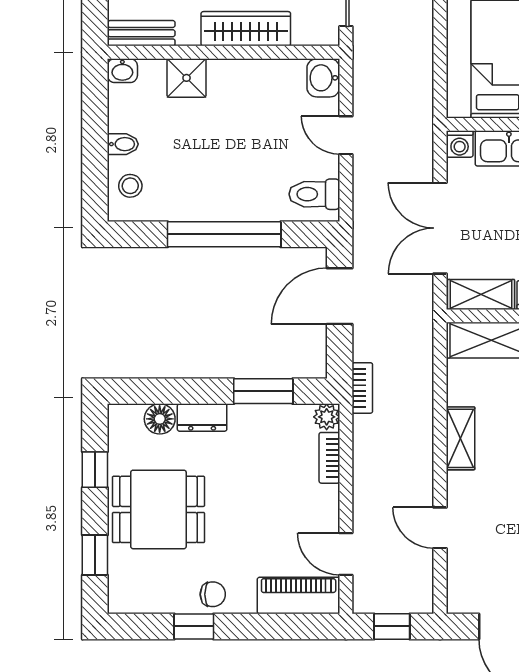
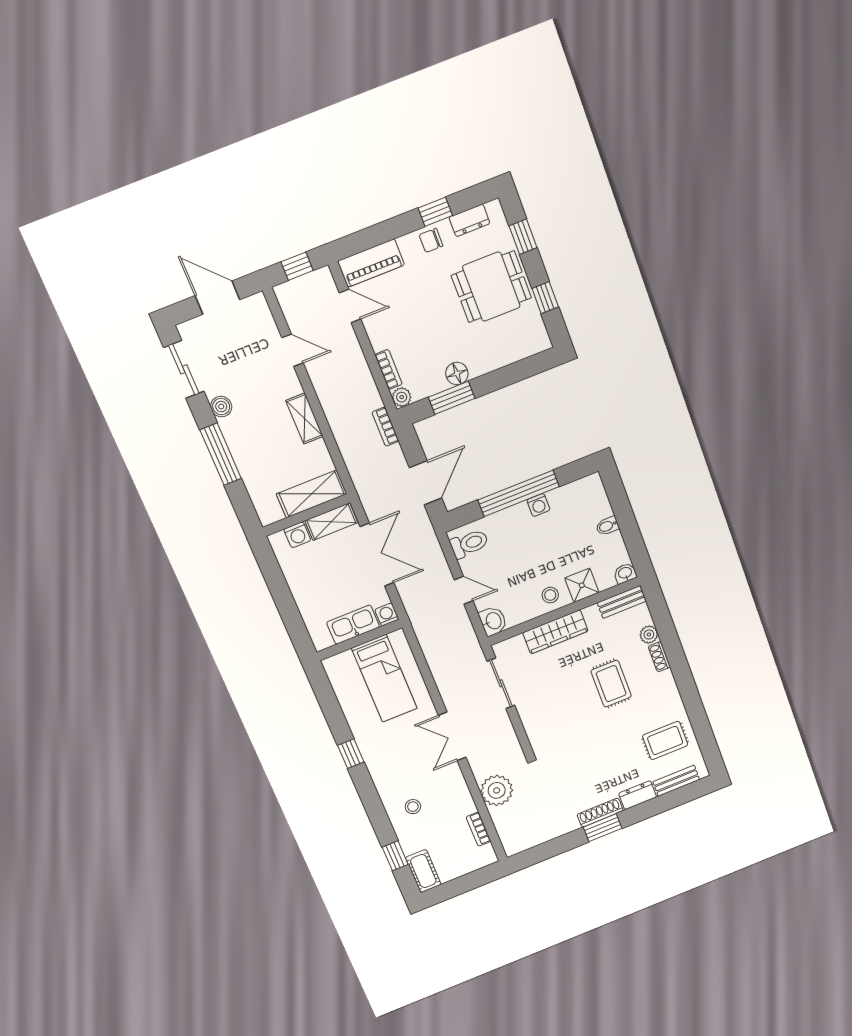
stool: (130, 186) -> (550, 595), moved
washing machine: (204, 209) -> (538, 505), added
dresser: (202, 418) -> (469, 220), moved, turned 180
floor lamp: (160, 419) -> (457, 374), moved

